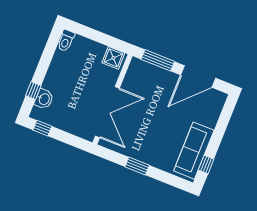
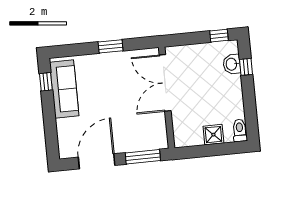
shower: (113, 58) -> (213, 135), moved

